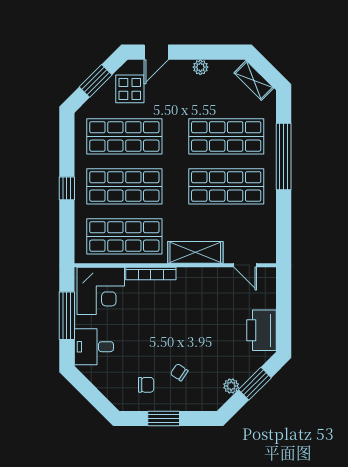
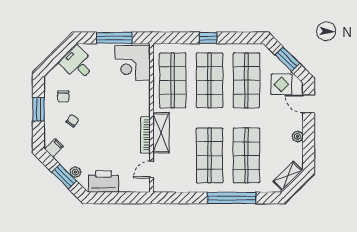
bookcase: (151, 273) -> (145, 135), moved
desk: (94, 347) -> (77, 64), moved, turned -45
plant: (231, 386) -> (75, 172), moved
filing cabinet: (216, 397) -> (54, 148), added

